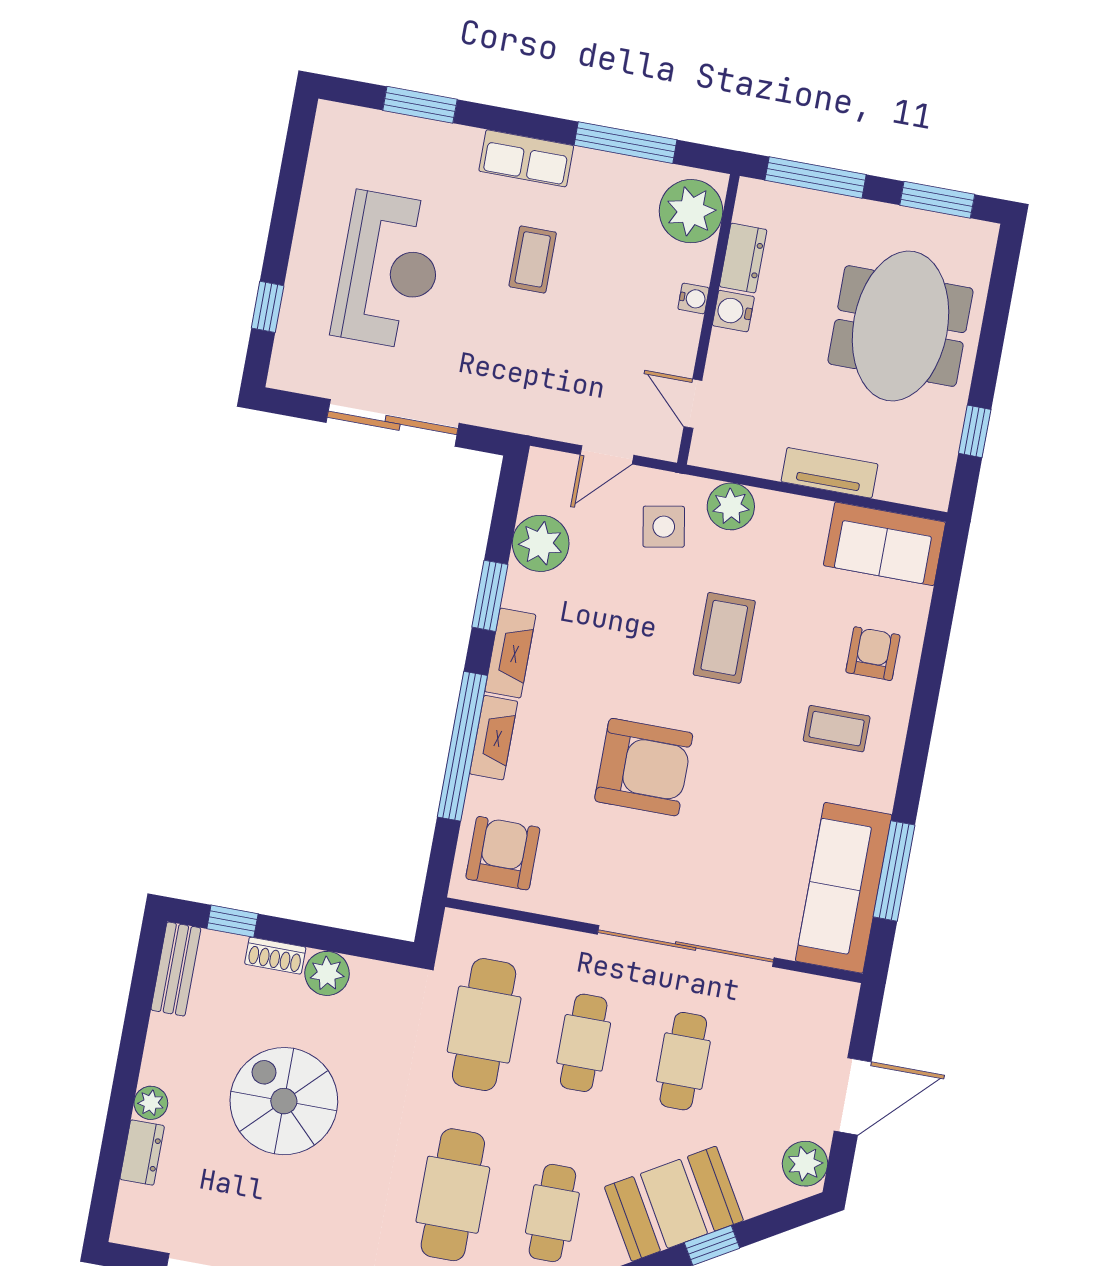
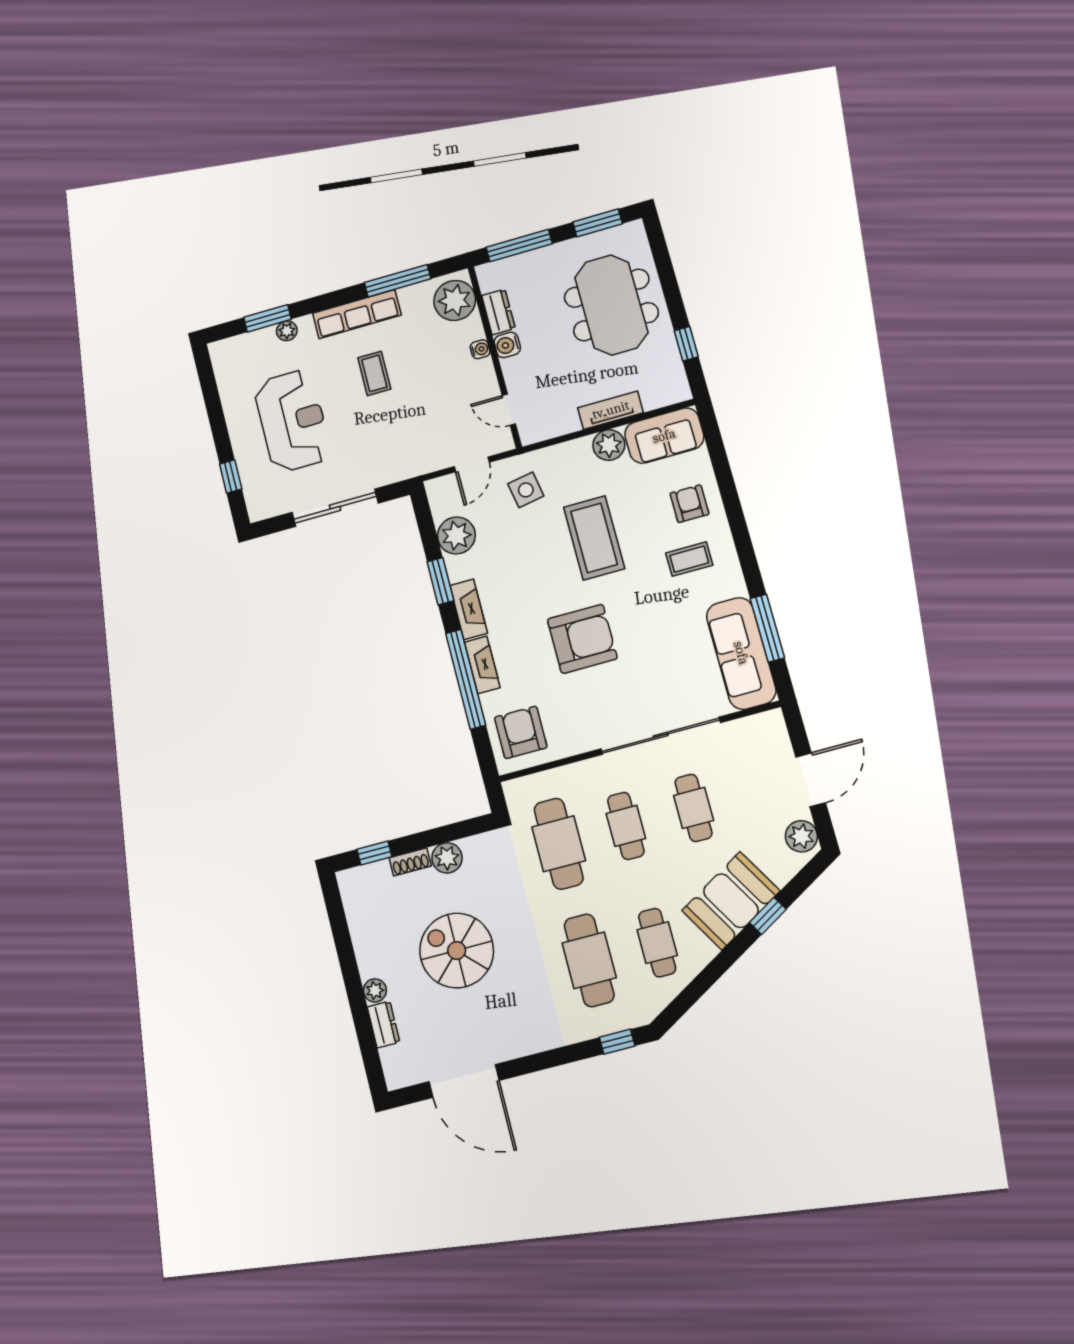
plant: (439, 137) -> (287, 331), added
row of seats: (526, 158) -> (357, 314), width x1.48
plant: (731, 506) -> (609, 445), moved
coffee table: (724, 638) -> (594, 538), width x1.36, depth x1.32
bench: (176, 969) -> (353, 899), removed

